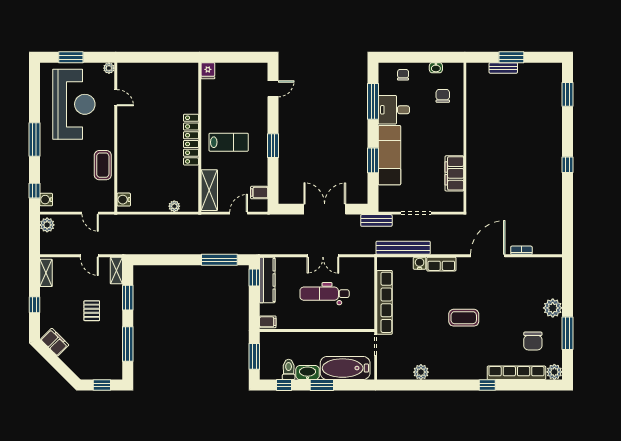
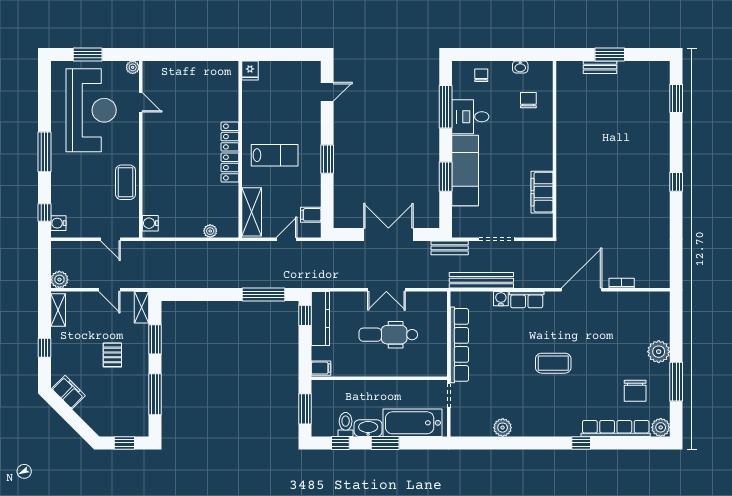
plant: (47, 225) -> (59, 280), moved

